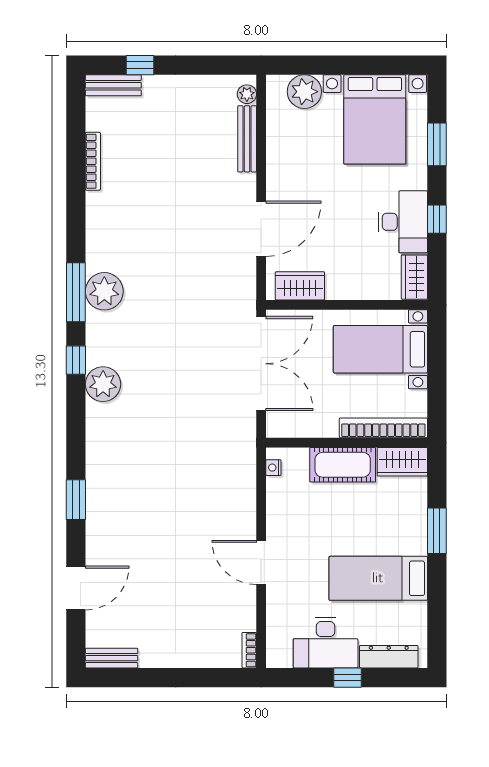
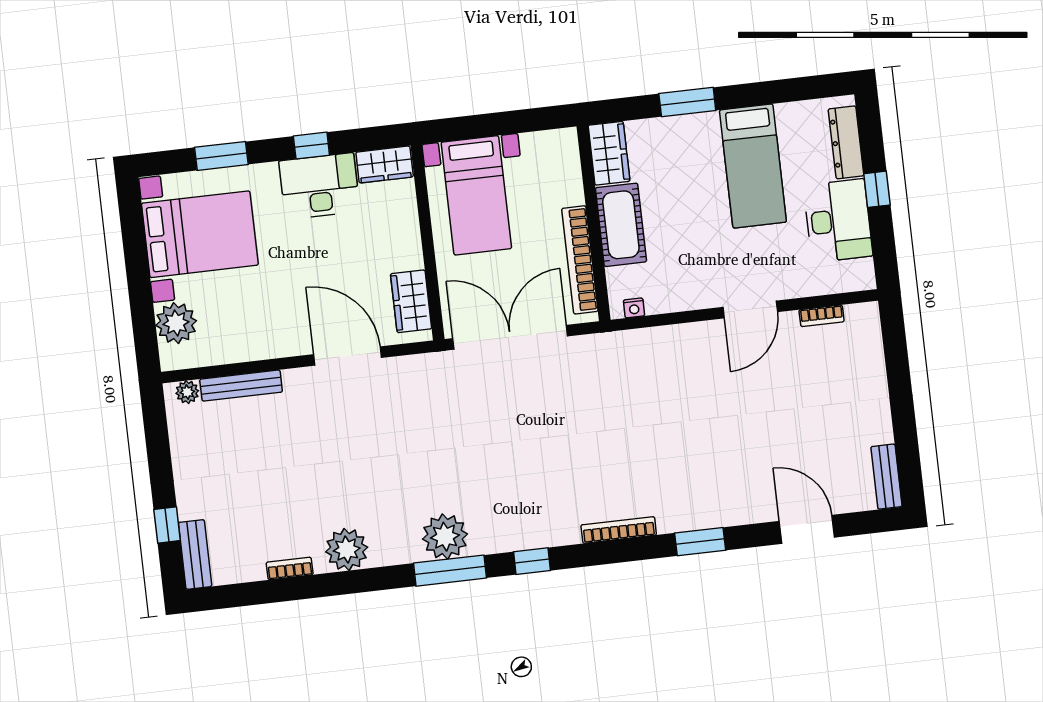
bookcase: (93, 161) -> (290, 568), width x0.64
plant: (103, 384) -> (347, 550), moved
bookcase: (383, 428) -> (580, 260), moved
bookcase: (93, 434) -> (619, 530), added
bookcase: (249, 650) -> (822, 316), moved

